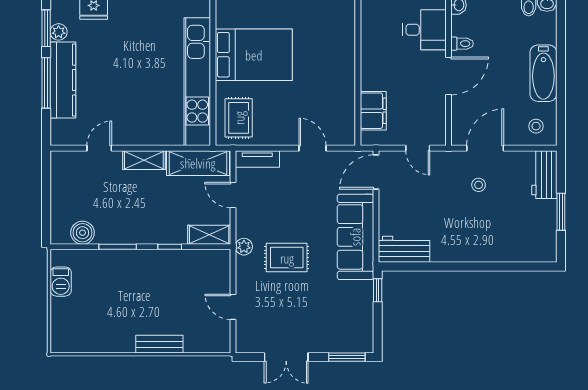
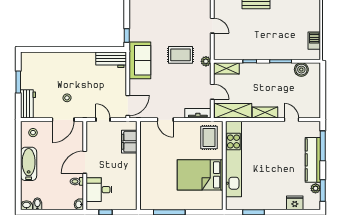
window: (46, 83) -> (323, 146), moved
door: (99, 148) -> (291, 120), swing flipped
sofa: (355, 237) -> (140, 60), width x0.73

